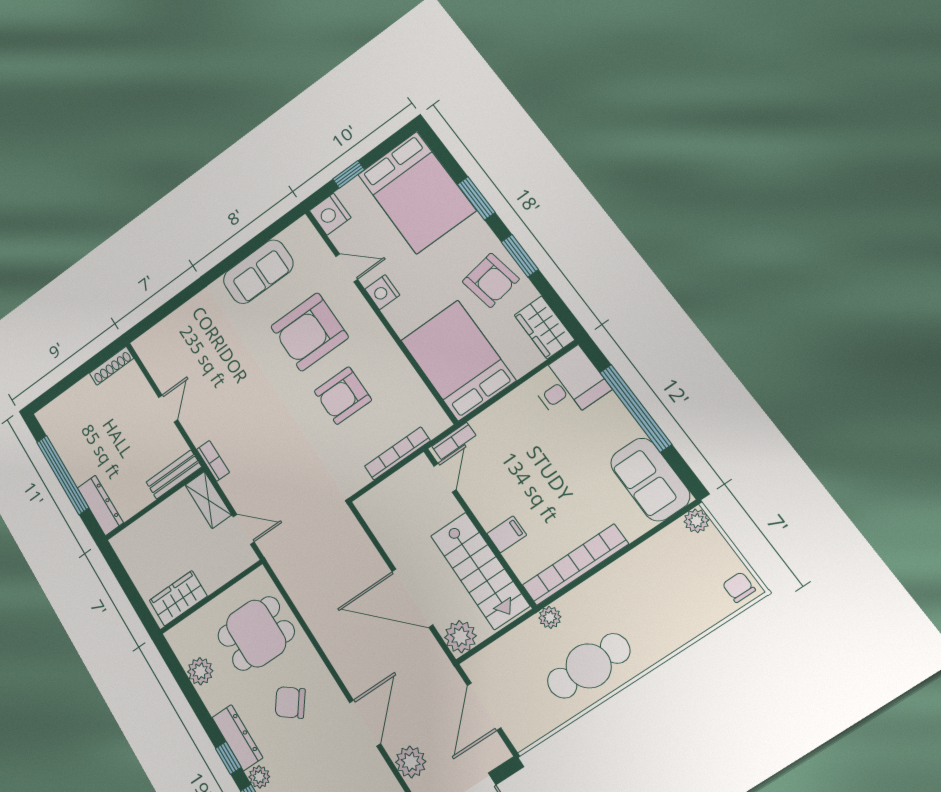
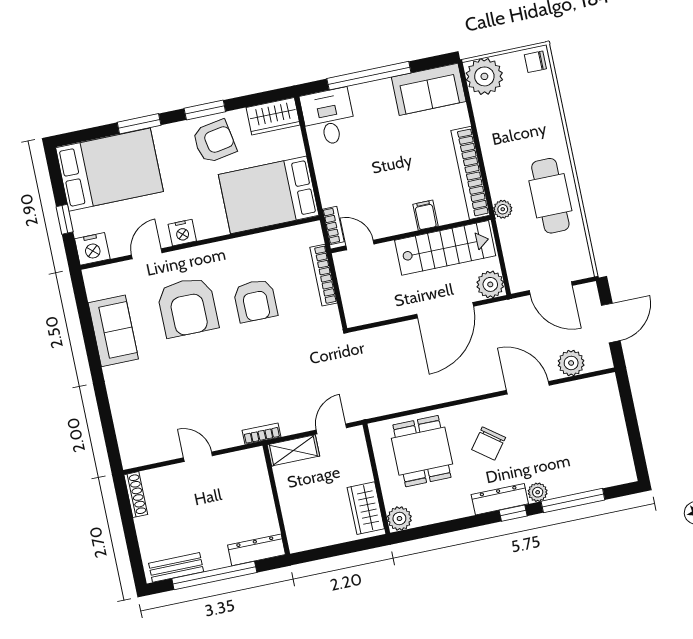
bench: (174, 474) -> (176, 567), moved, turned 90
plant: (696, 521) -> (484, 76), width x1.88, depth x1.88
plant: (200, 671) -> (399, 518), moved

